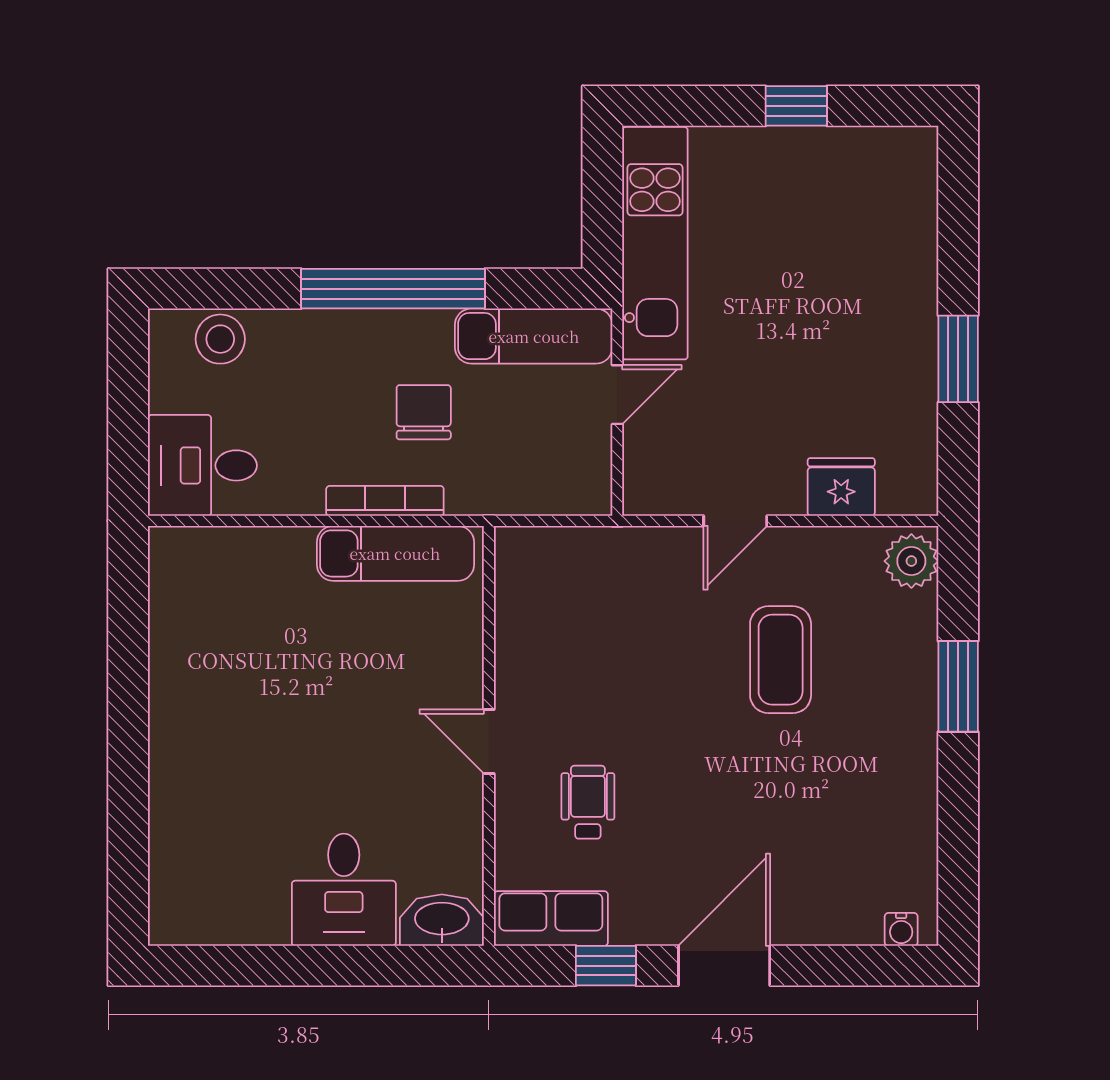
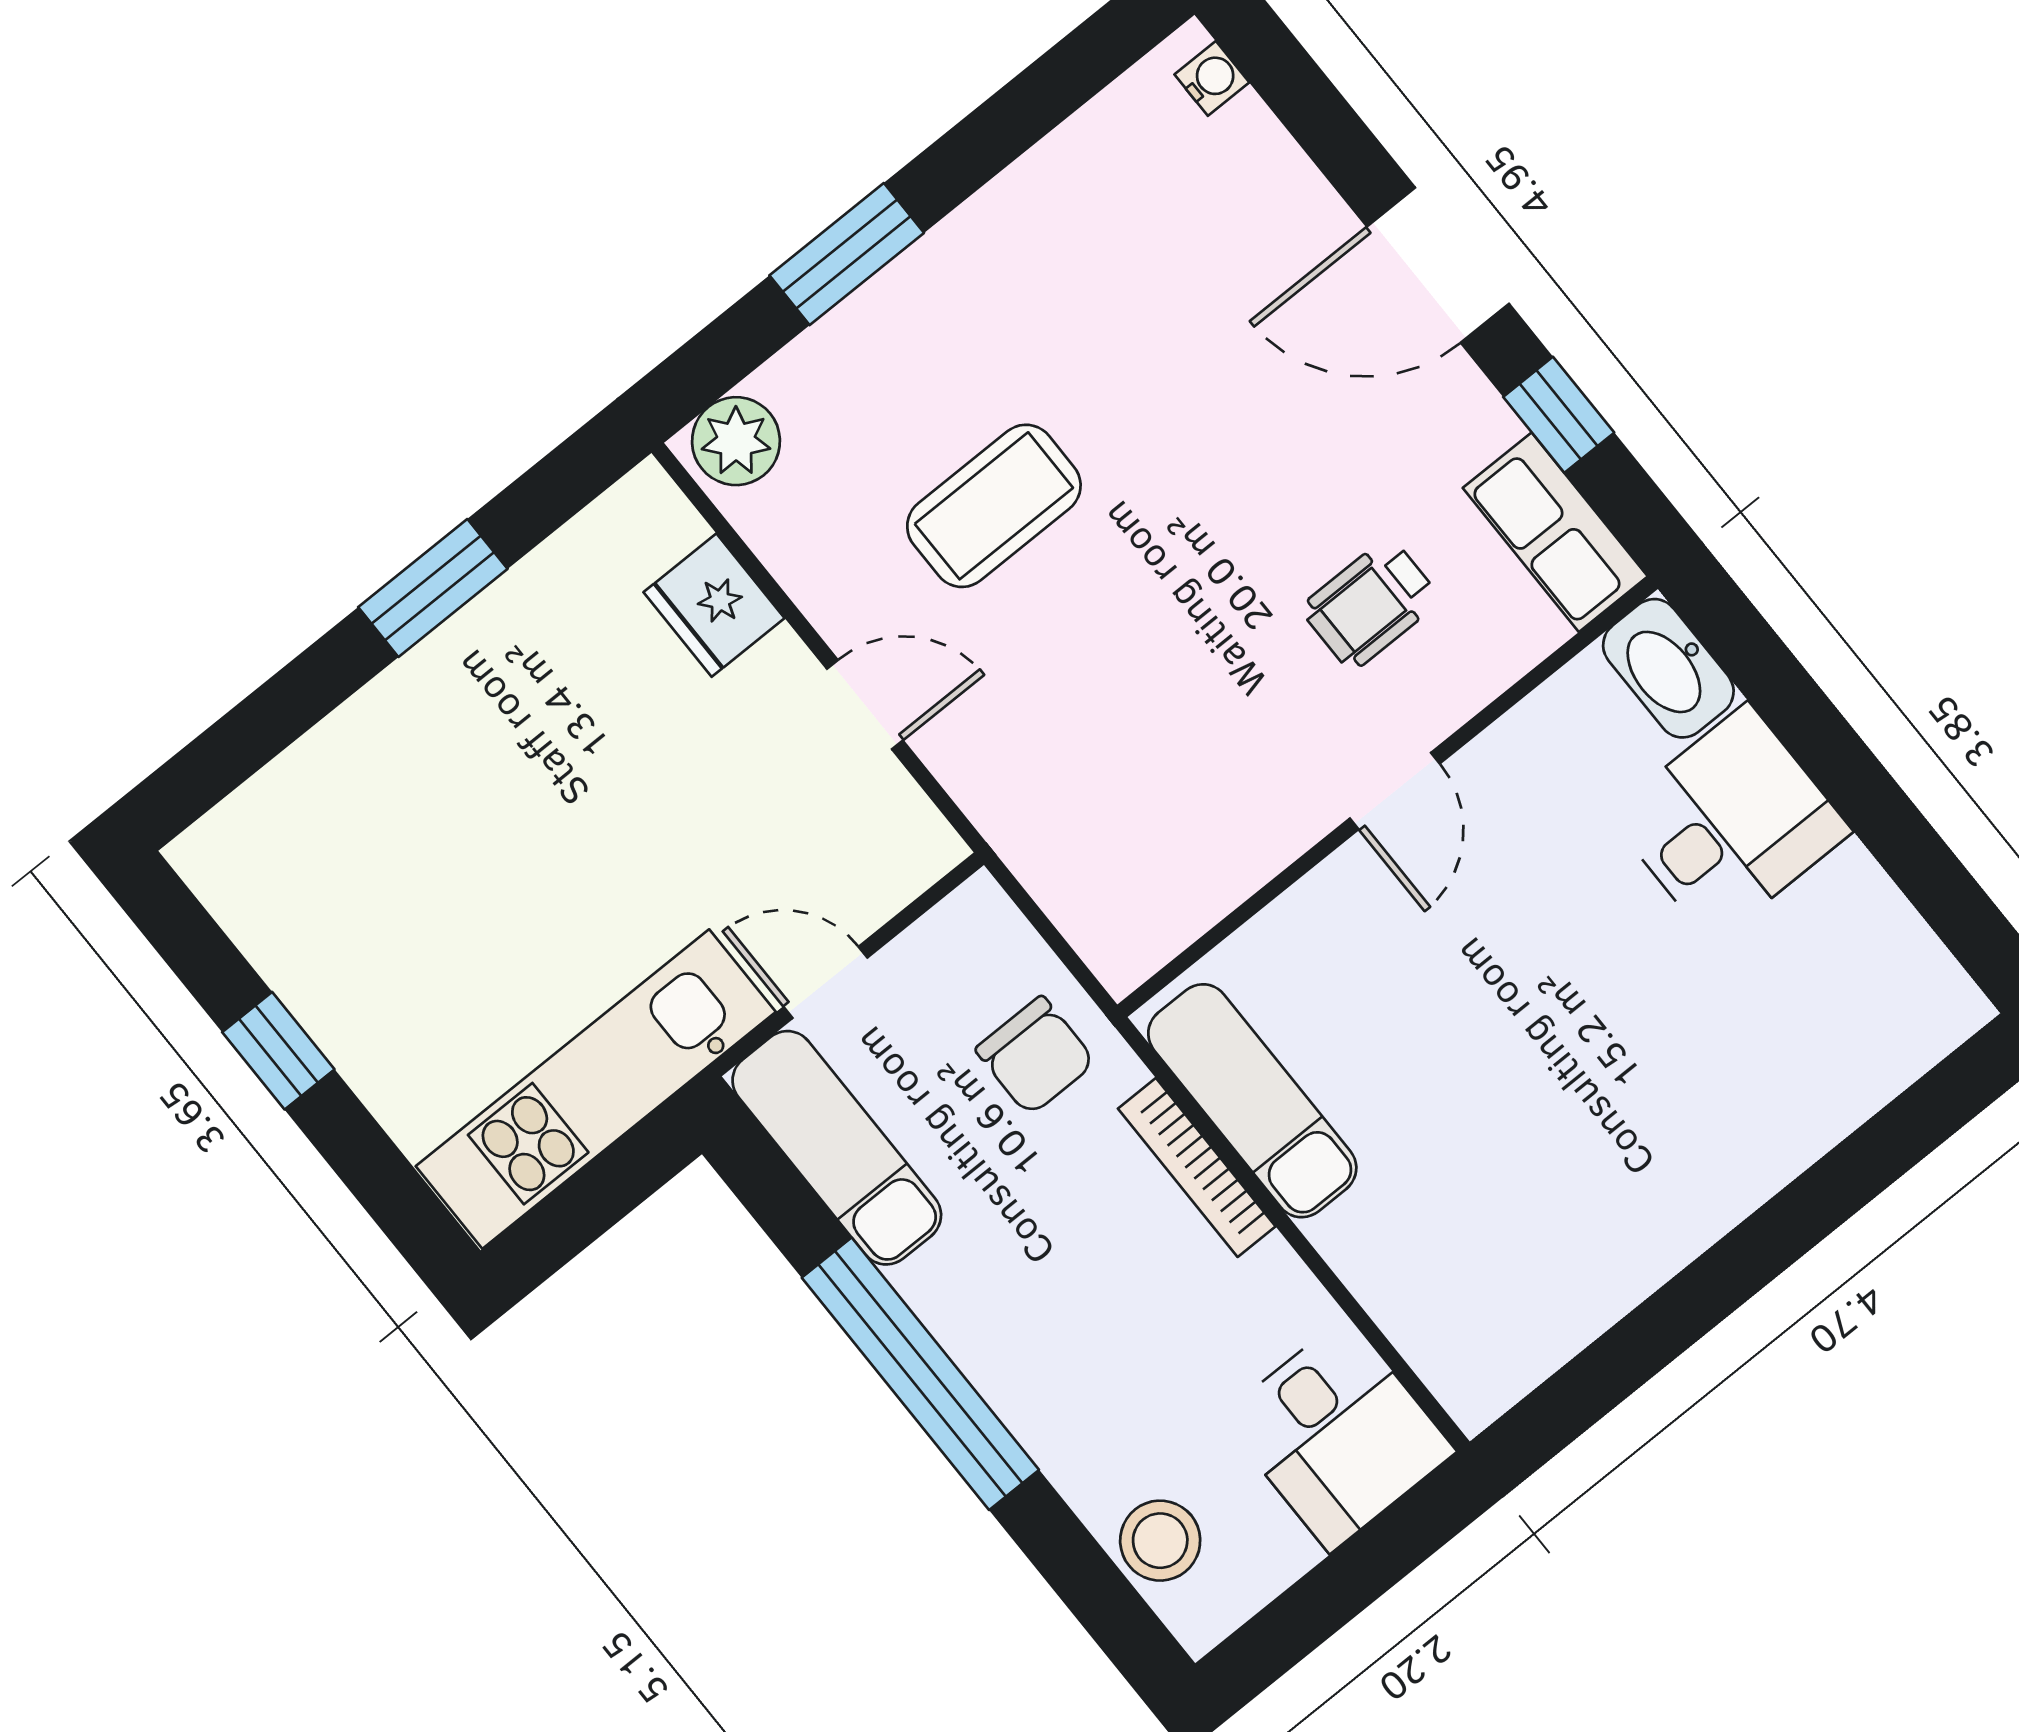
chair: (424, 412) -> (1035, 1056), moved, turned -90

